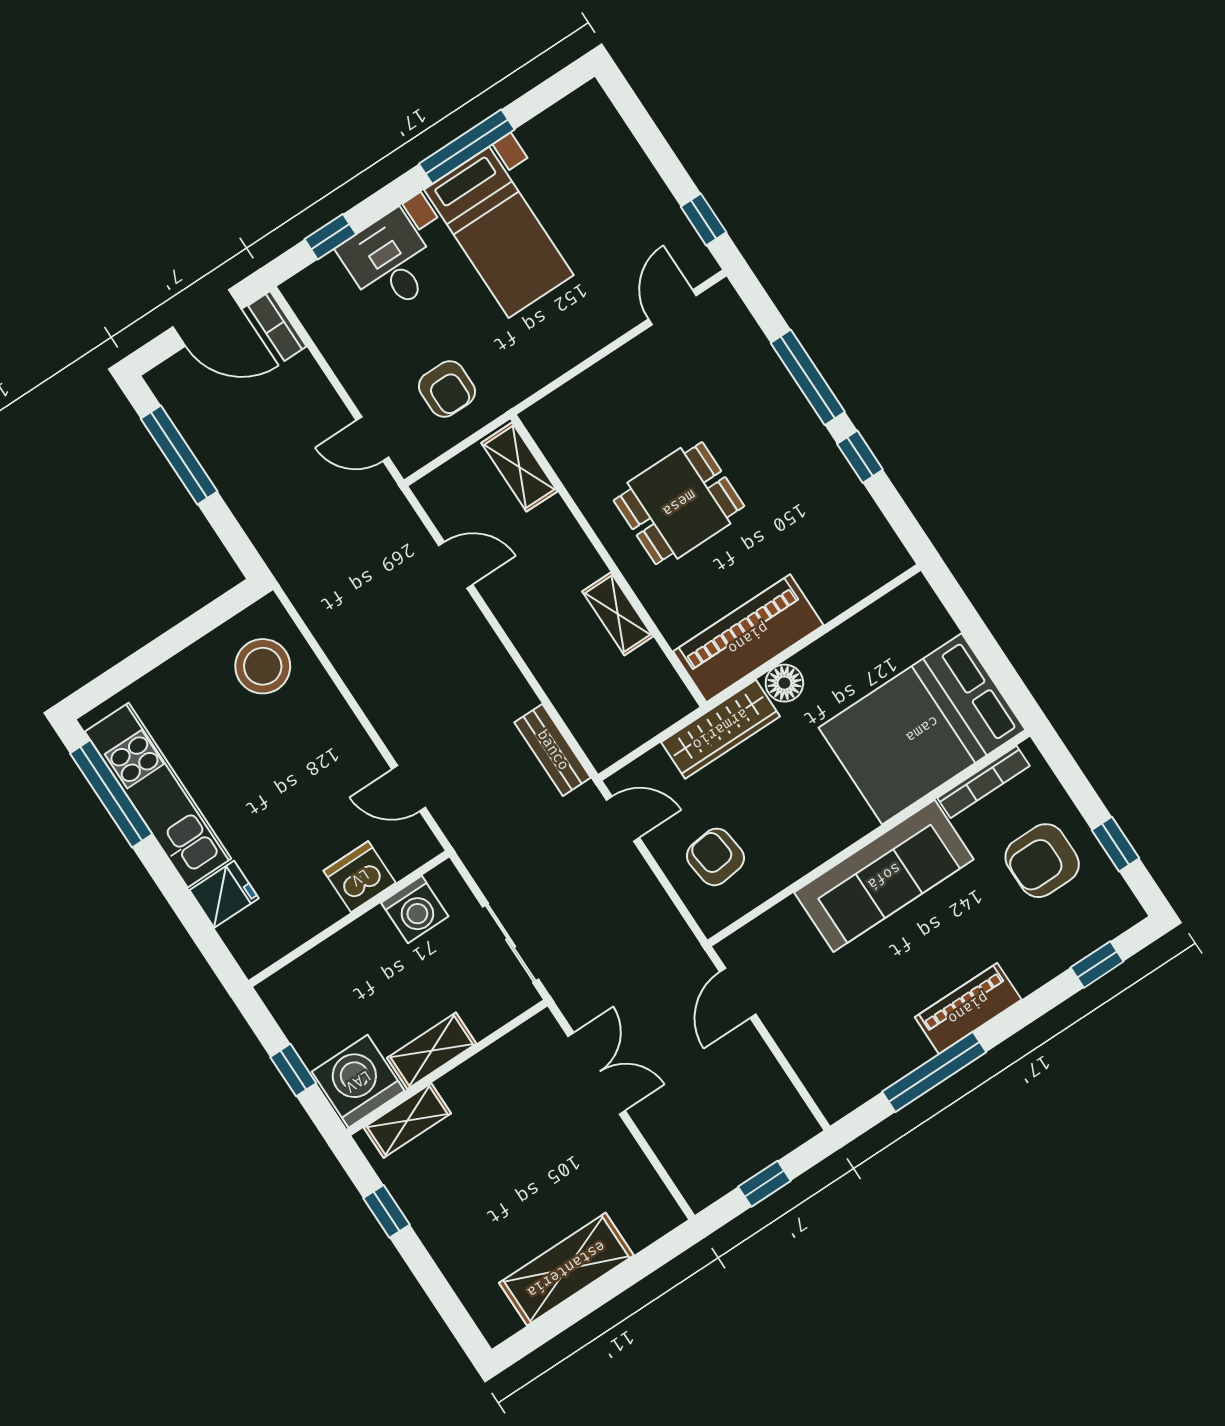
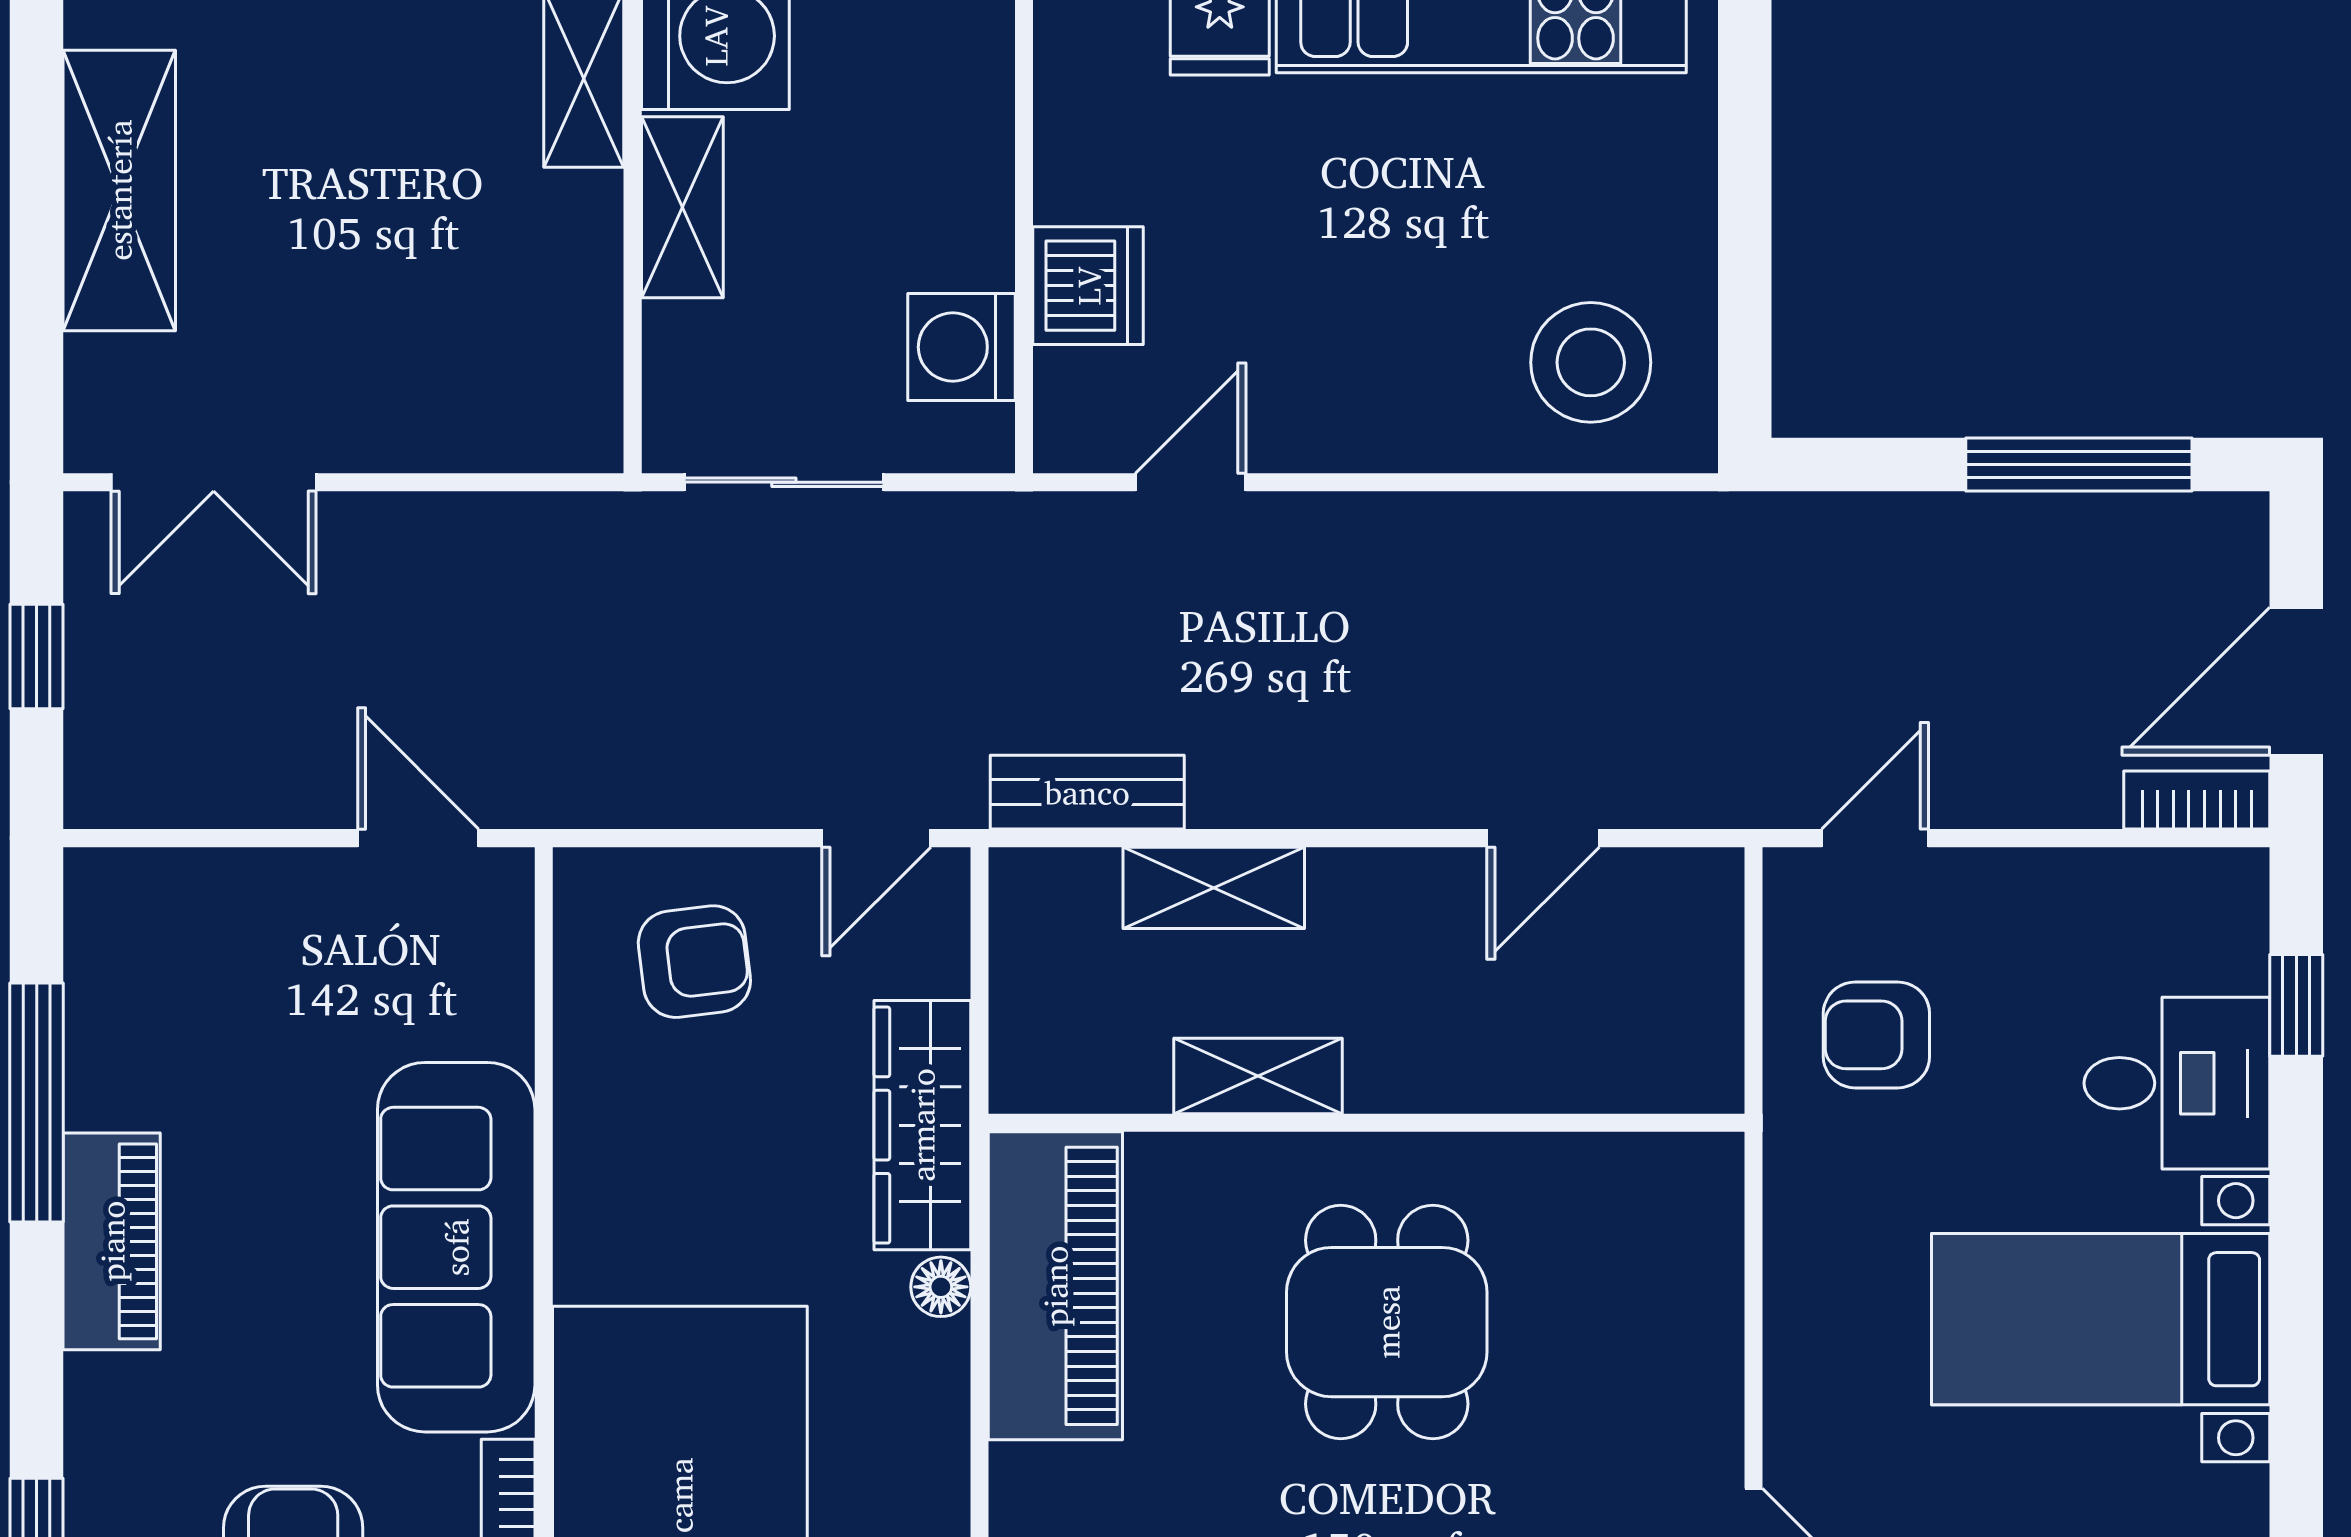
window: (467, 147) -> (2296, 1364), removed
shelving: (519, 467) -> (1214, 888), moved
floor lamp: (784, 683) -> (941, 1287), width x0.73, depth x0.73
double door: (597, 1073) -> (214, 482), moved

